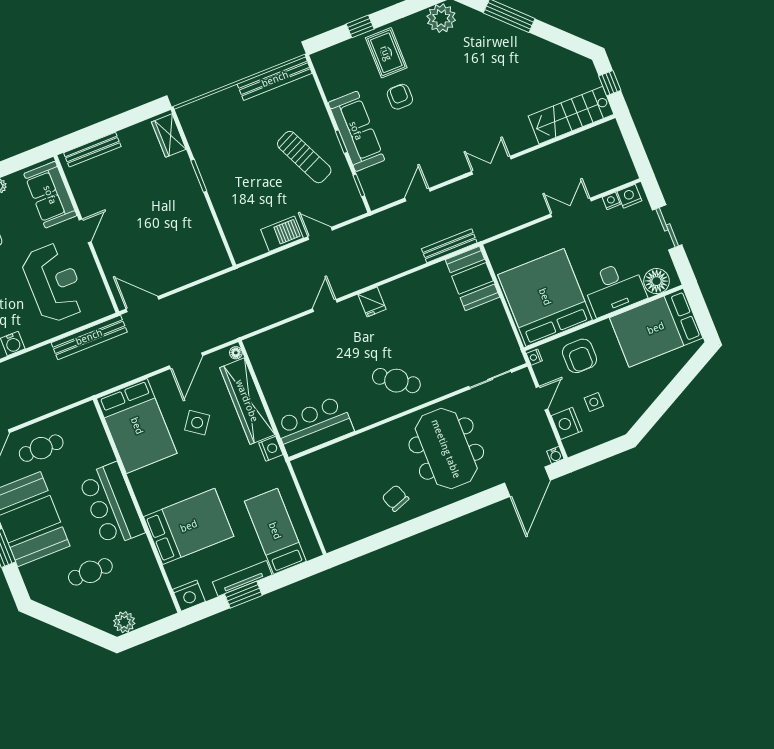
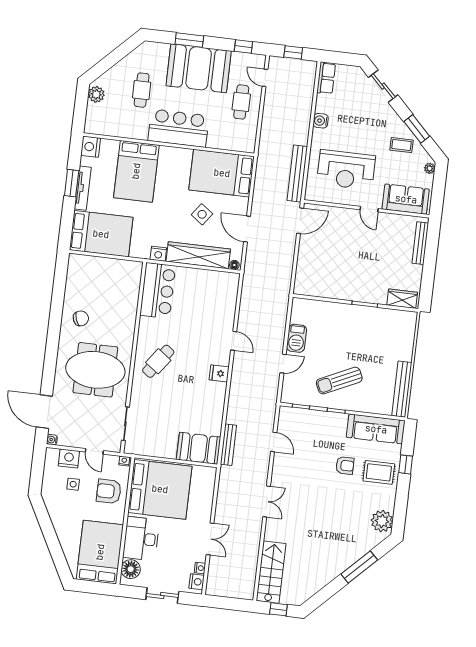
sofa: (356, 131) -> (376, 429), moved
bed: (275, 531) -> (101, 234), width x1.50

